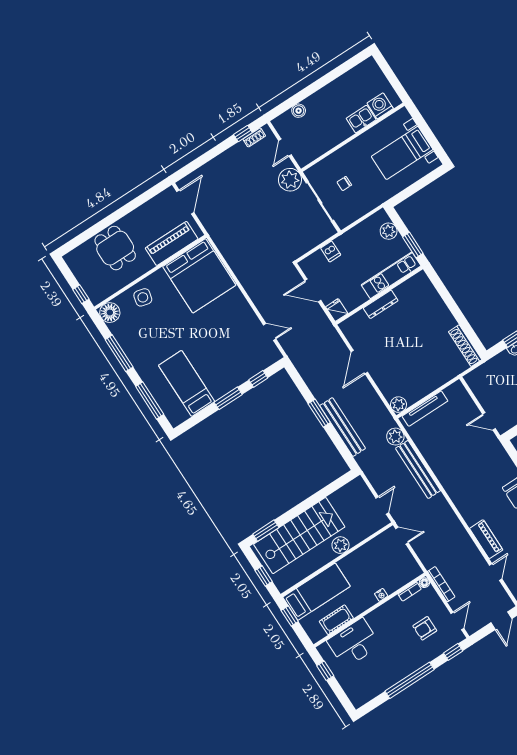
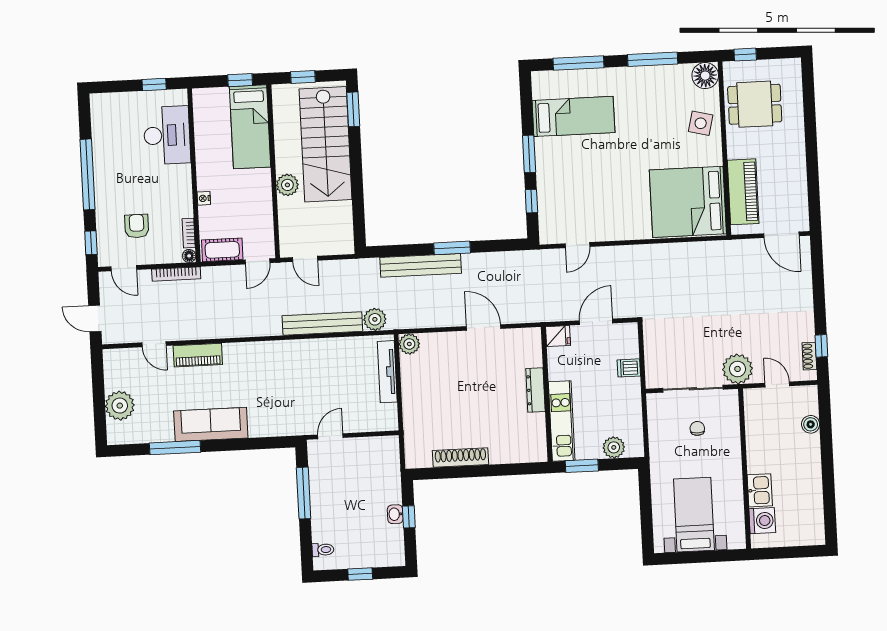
dining table: (115, 248) -> (755, 104), moved
shoe rack: (465, 346) -> (461, 458), moved
cot: (336, 620) -> (222, 250), moved, turned 90

